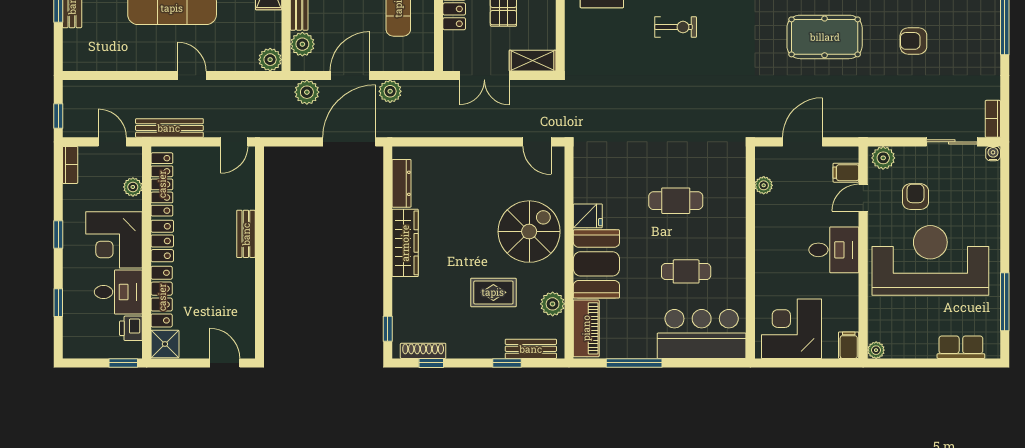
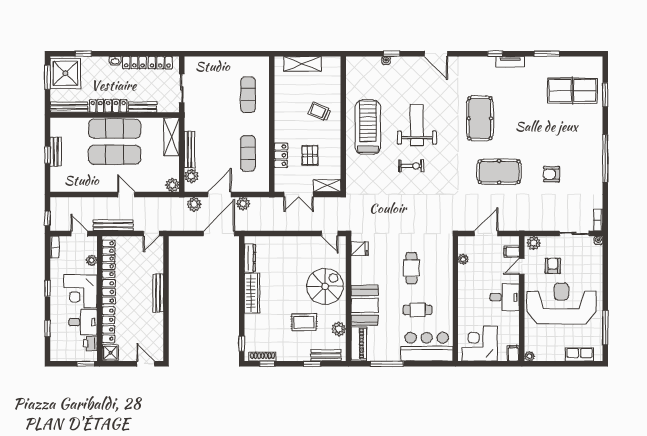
cafe table: (676, 201) -> (411, 268), turned 90
fridge: (588, 216) -> (360, 249), moved
bench: (246, 234) -> (158, 293), width x1.36

